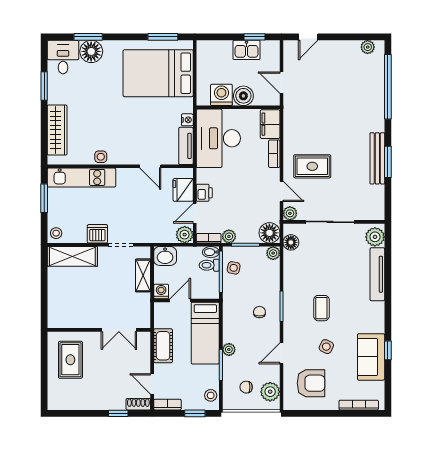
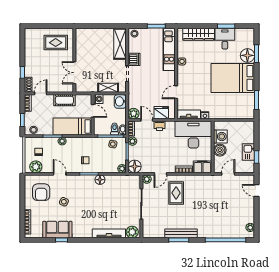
desk: (63, 57) -> (225, 39), moved, turned -90
bed: (158, 73) -> (233, 78), moved, turned -90
floor lamp: (291, 242) -> (100, 180), moved
coffee table: (321, 308) -> (88, 199), removed

